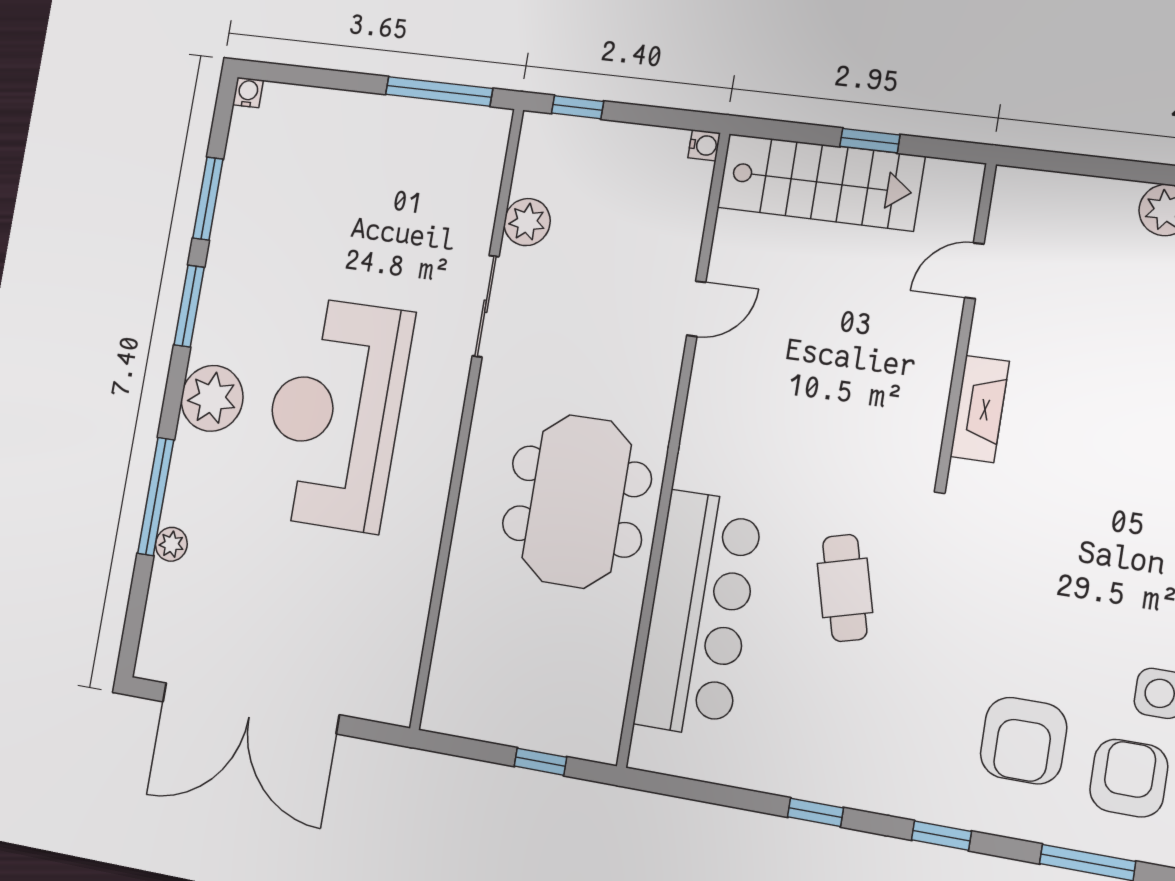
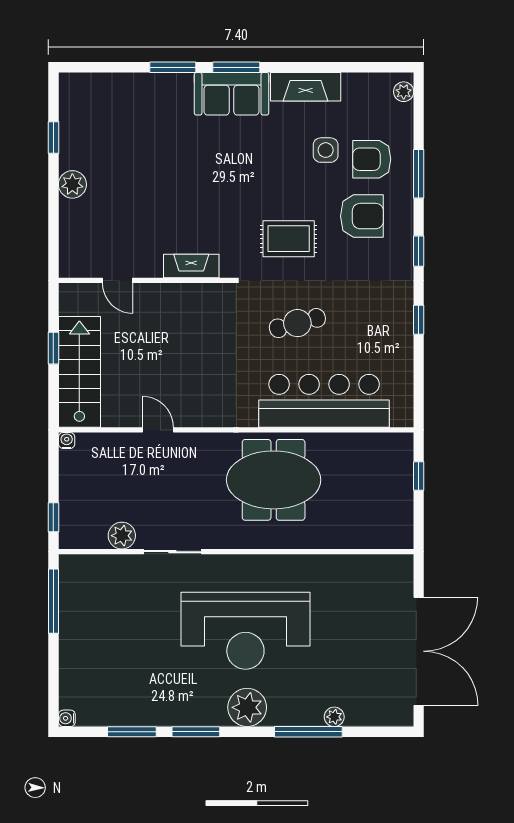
rug: (1002, 596) -> (289, 239), added

